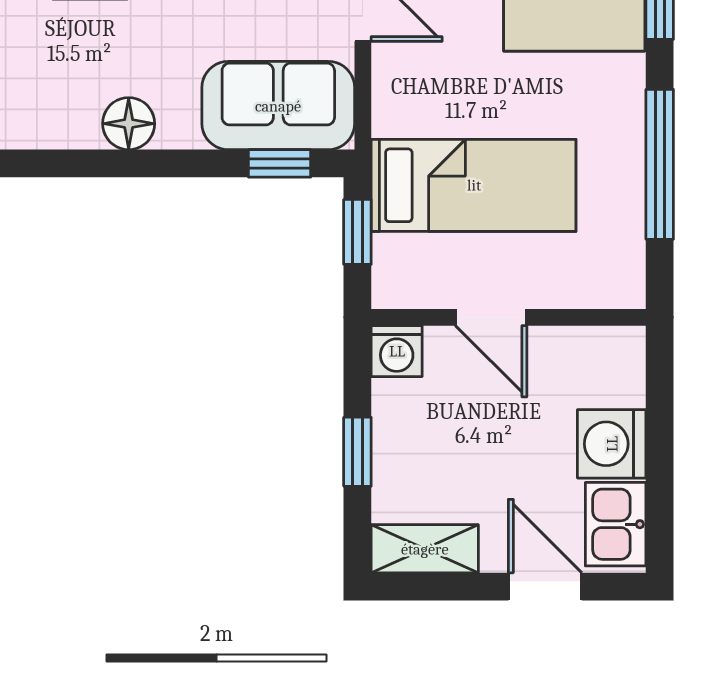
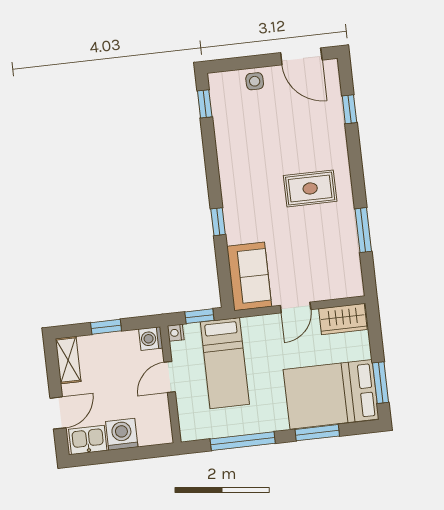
floor lamp: (129, 124) -> (234, 214), removed
window: (280, 163) -> (218, 222), moved
nightstand: (390, 291) -> (176, 333), added

